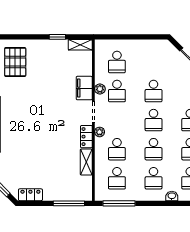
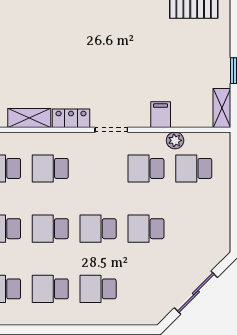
filing cabinet: (84, 88) -> (161, 115), width x0.50
plant: (100, 89) -> (175, 140), moved
plant: (100, 132) -> (79, 140), removed

